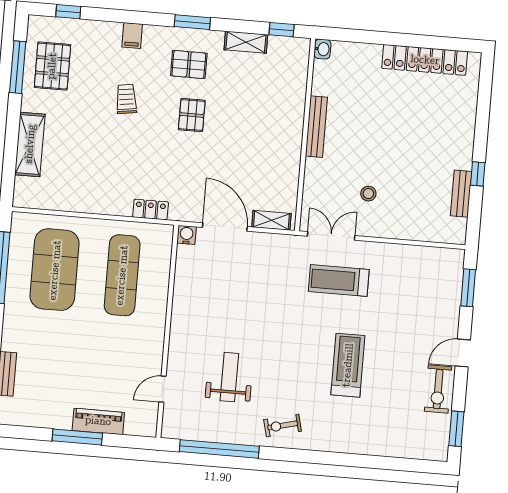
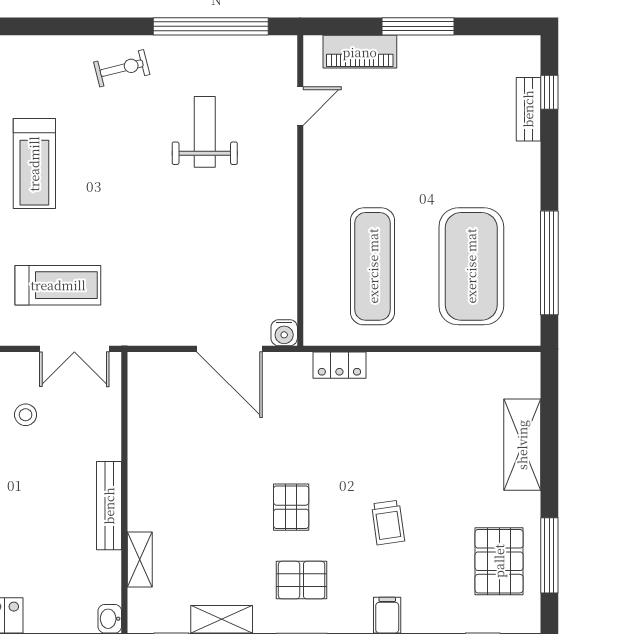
shelving: (271, 220) -> (140, 559), moved, turned 90
weight bench: (229, 377) -> (205, 132), turned 180
piano: (98, 421) -> (360, 52), moved

